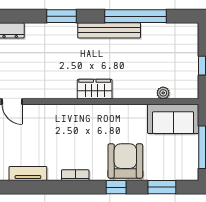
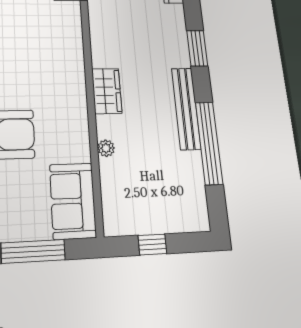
plant: (163, 93) -> (106, 148), moved

